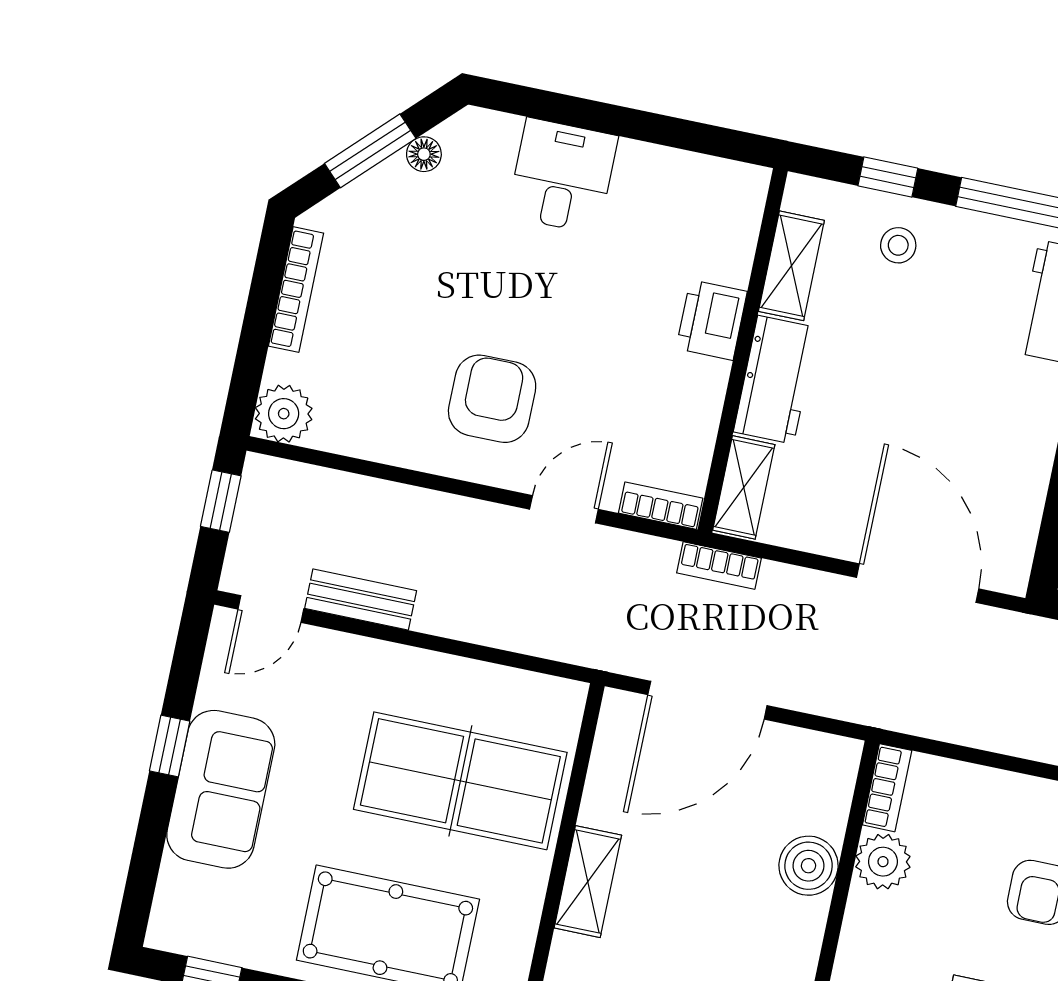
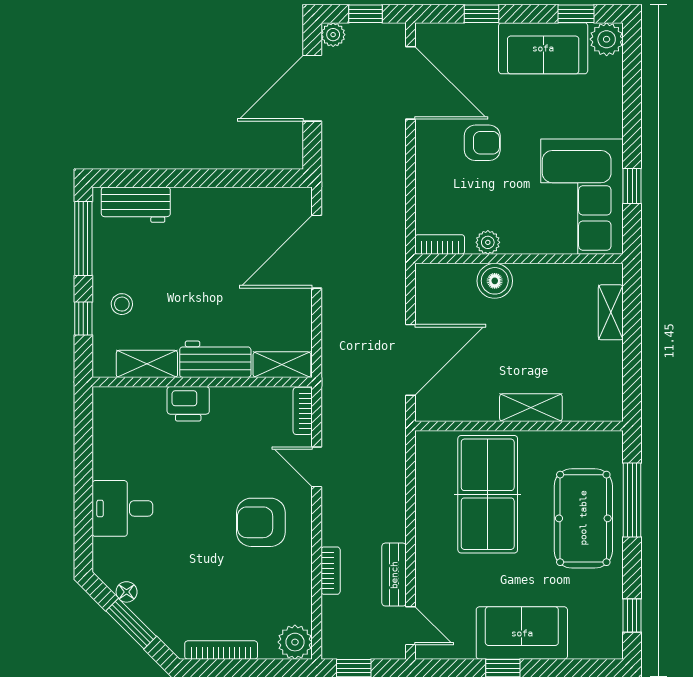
bookcase: (719, 566) -> (331, 571), moved
door: (707, 700) -> (411, 360), hinge flipped
plant: (883, 862) -> (488, 242), width x0.73, depth x0.73

